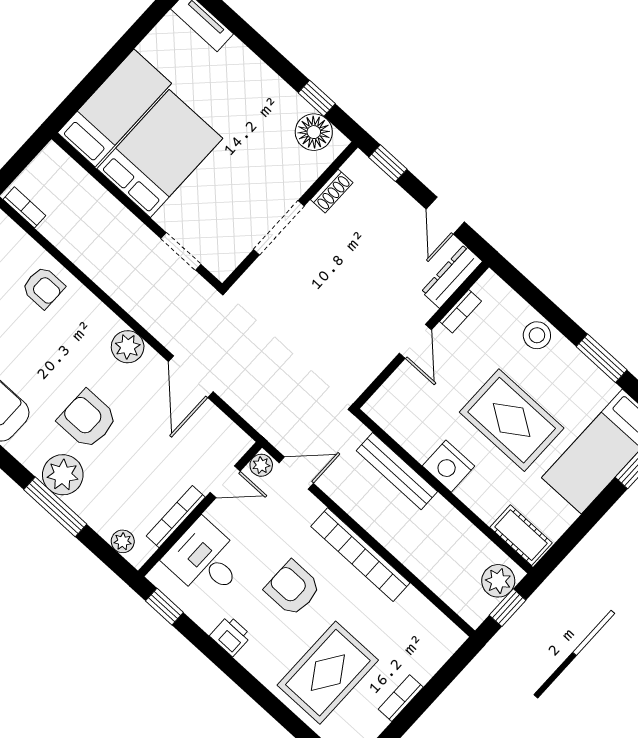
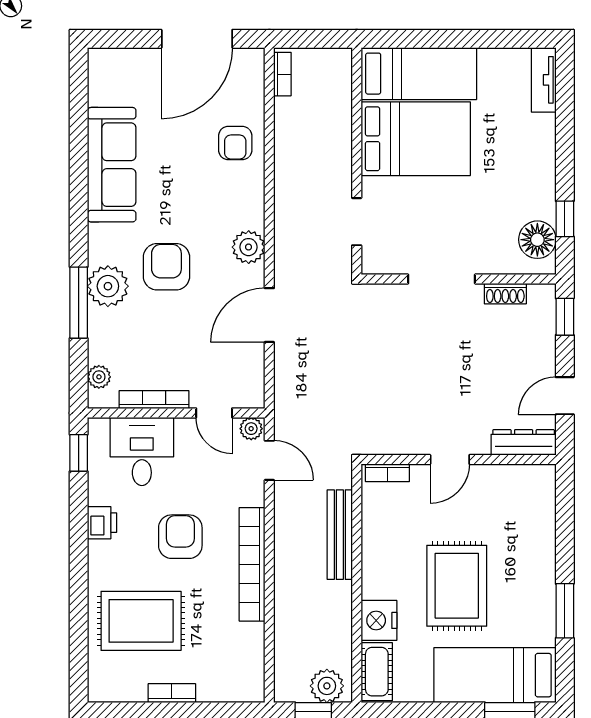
bookcase: (460, 311) -> (387, 473), moved
stool: (537, 335) -> (538, 547), removed
nightstand: (448, 466) -> (379, 620), moved

